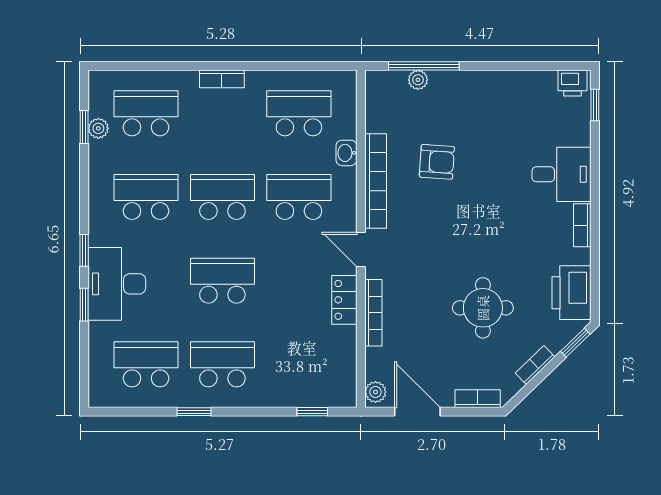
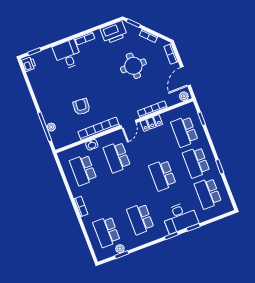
school desk: (222, 197) -> (184, 131), moved

